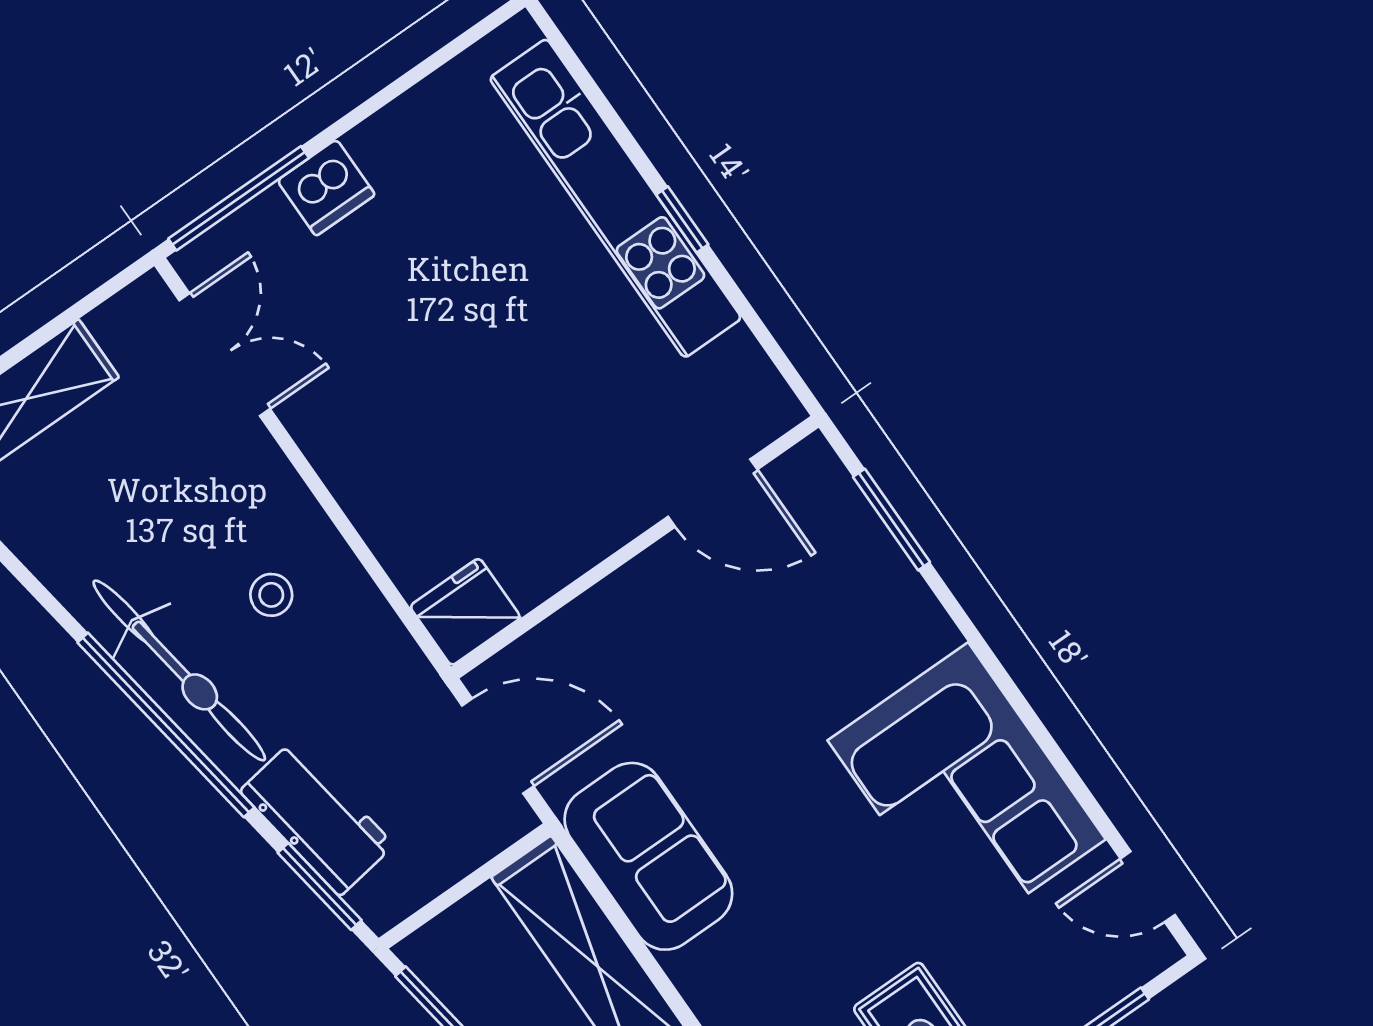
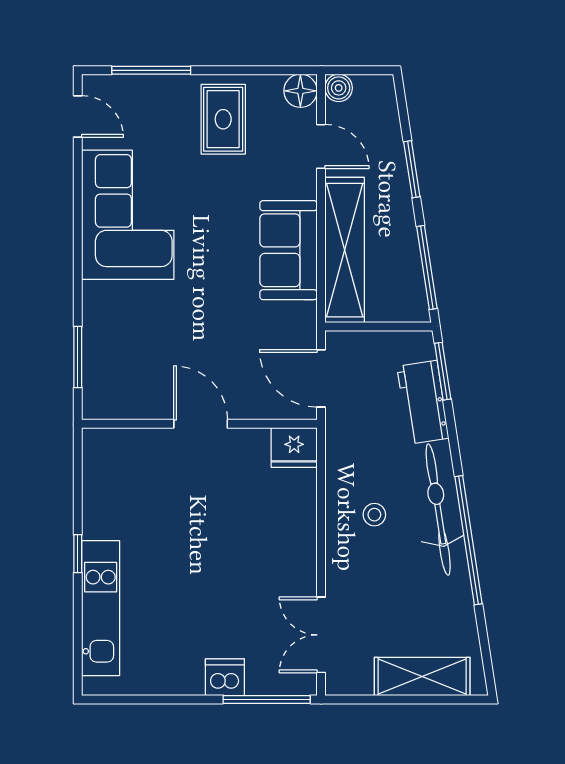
kitchen unit: (615, 198) -> (101, 608), width x0.73
door: (713, 493) -> (201, 424), moved
window: (166, 725) -> (469, 540), moved
sofa: (648, 856) -> (289, 250), moved

